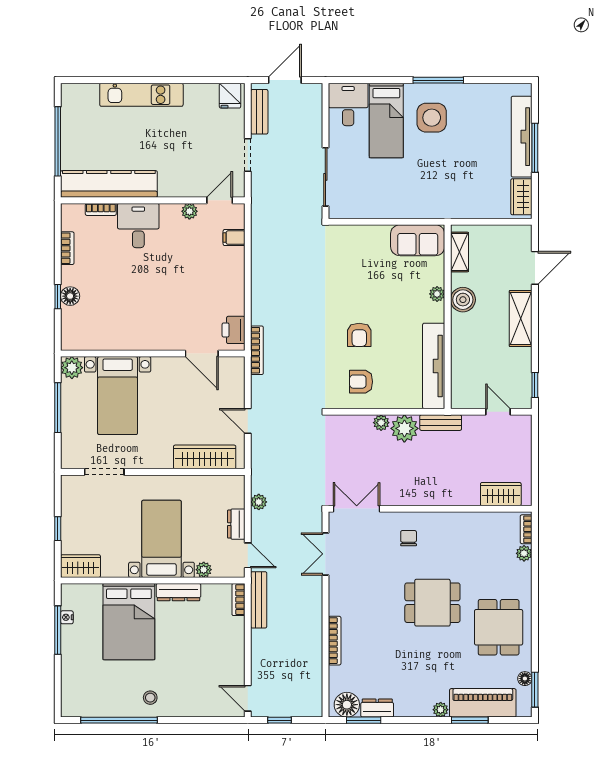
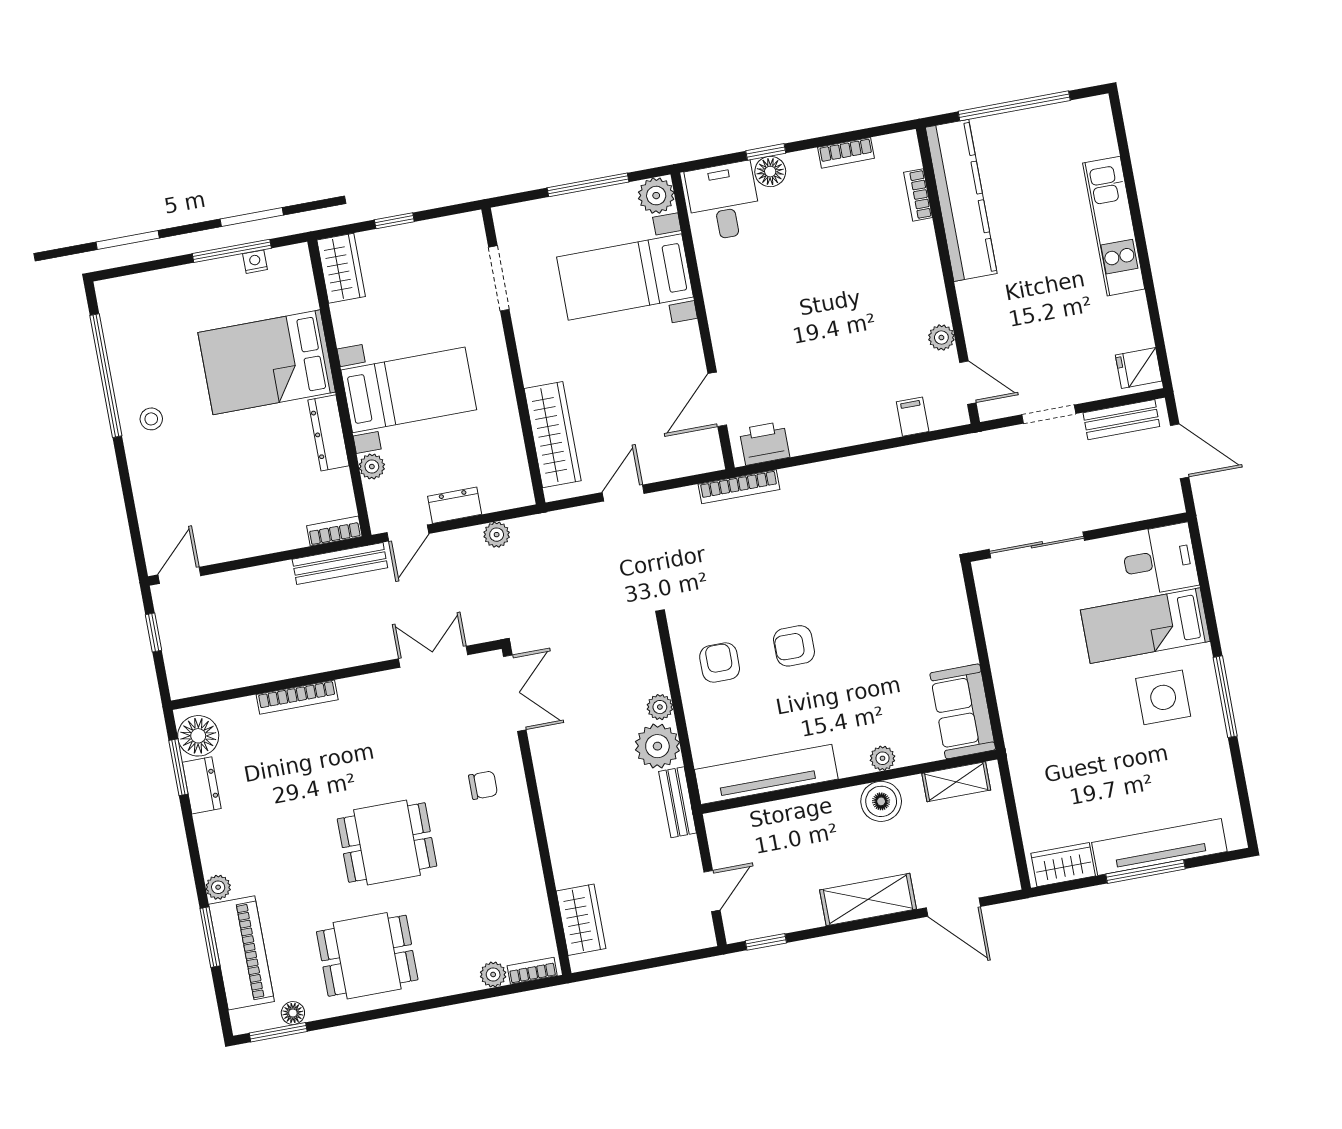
desk: (138, 226) -> (723, 201), moved, turned -90
dining table: (432, 603) -> (387, 843), turned 90

